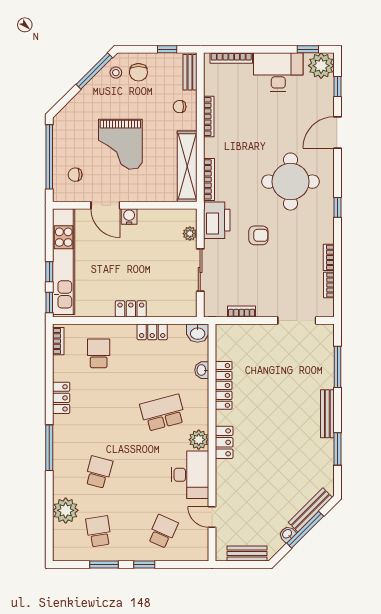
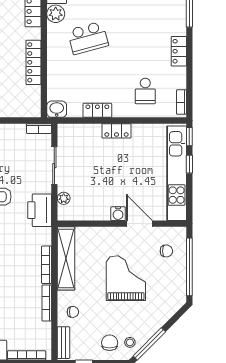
bookcase: (209, 179) -> (47, 265), moved
bookcase: (242, 311) -> (39, 129), moved
washbasin: (202, 370) -> (53, 76), removed

